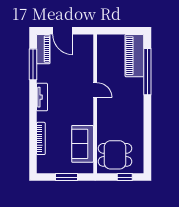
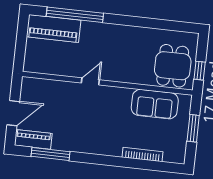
tv unit: (42, 97) -> (92, 147), removed
window: (125, 177) -> (200, 71), moved

